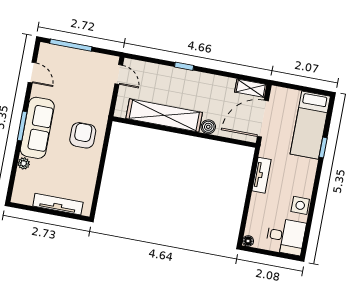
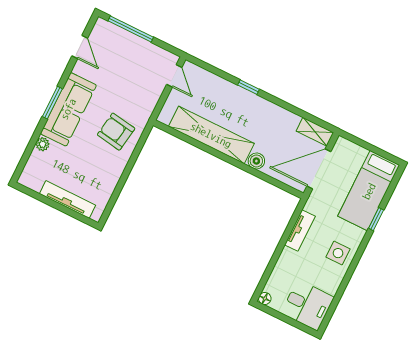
armchair: (83, 135) -> (116, 132), turned -81
side table: (300, 205) -> (338, 253), moved

